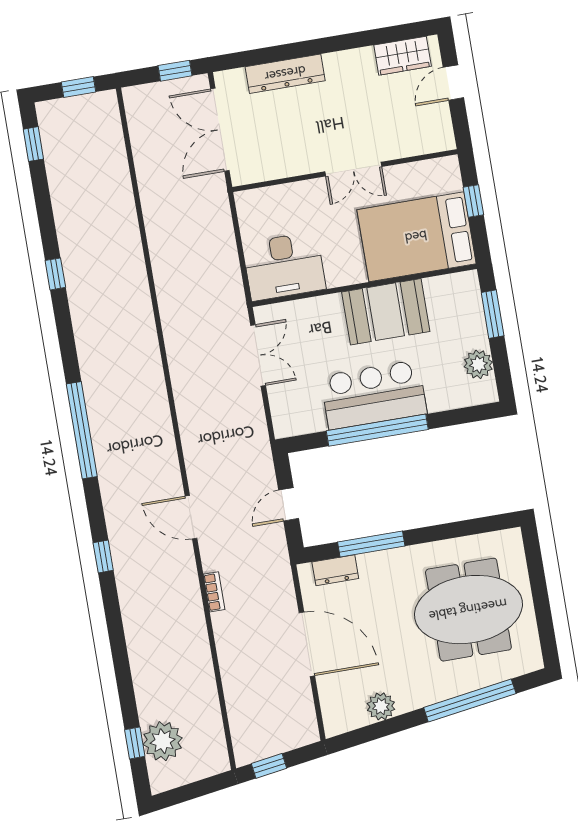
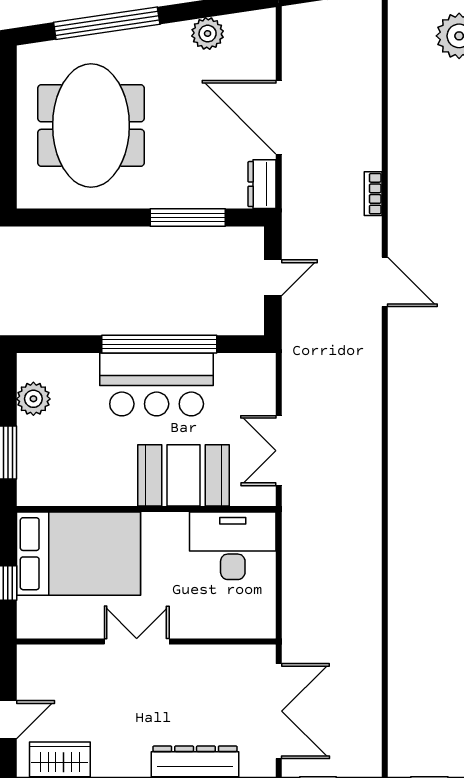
booth: (386, 312) -> (183, 475), moved
dresser: (335, 570) -> (262, 184), moved, turned -90
meeting table: (468, 610) -> (91, 126), turned 90

